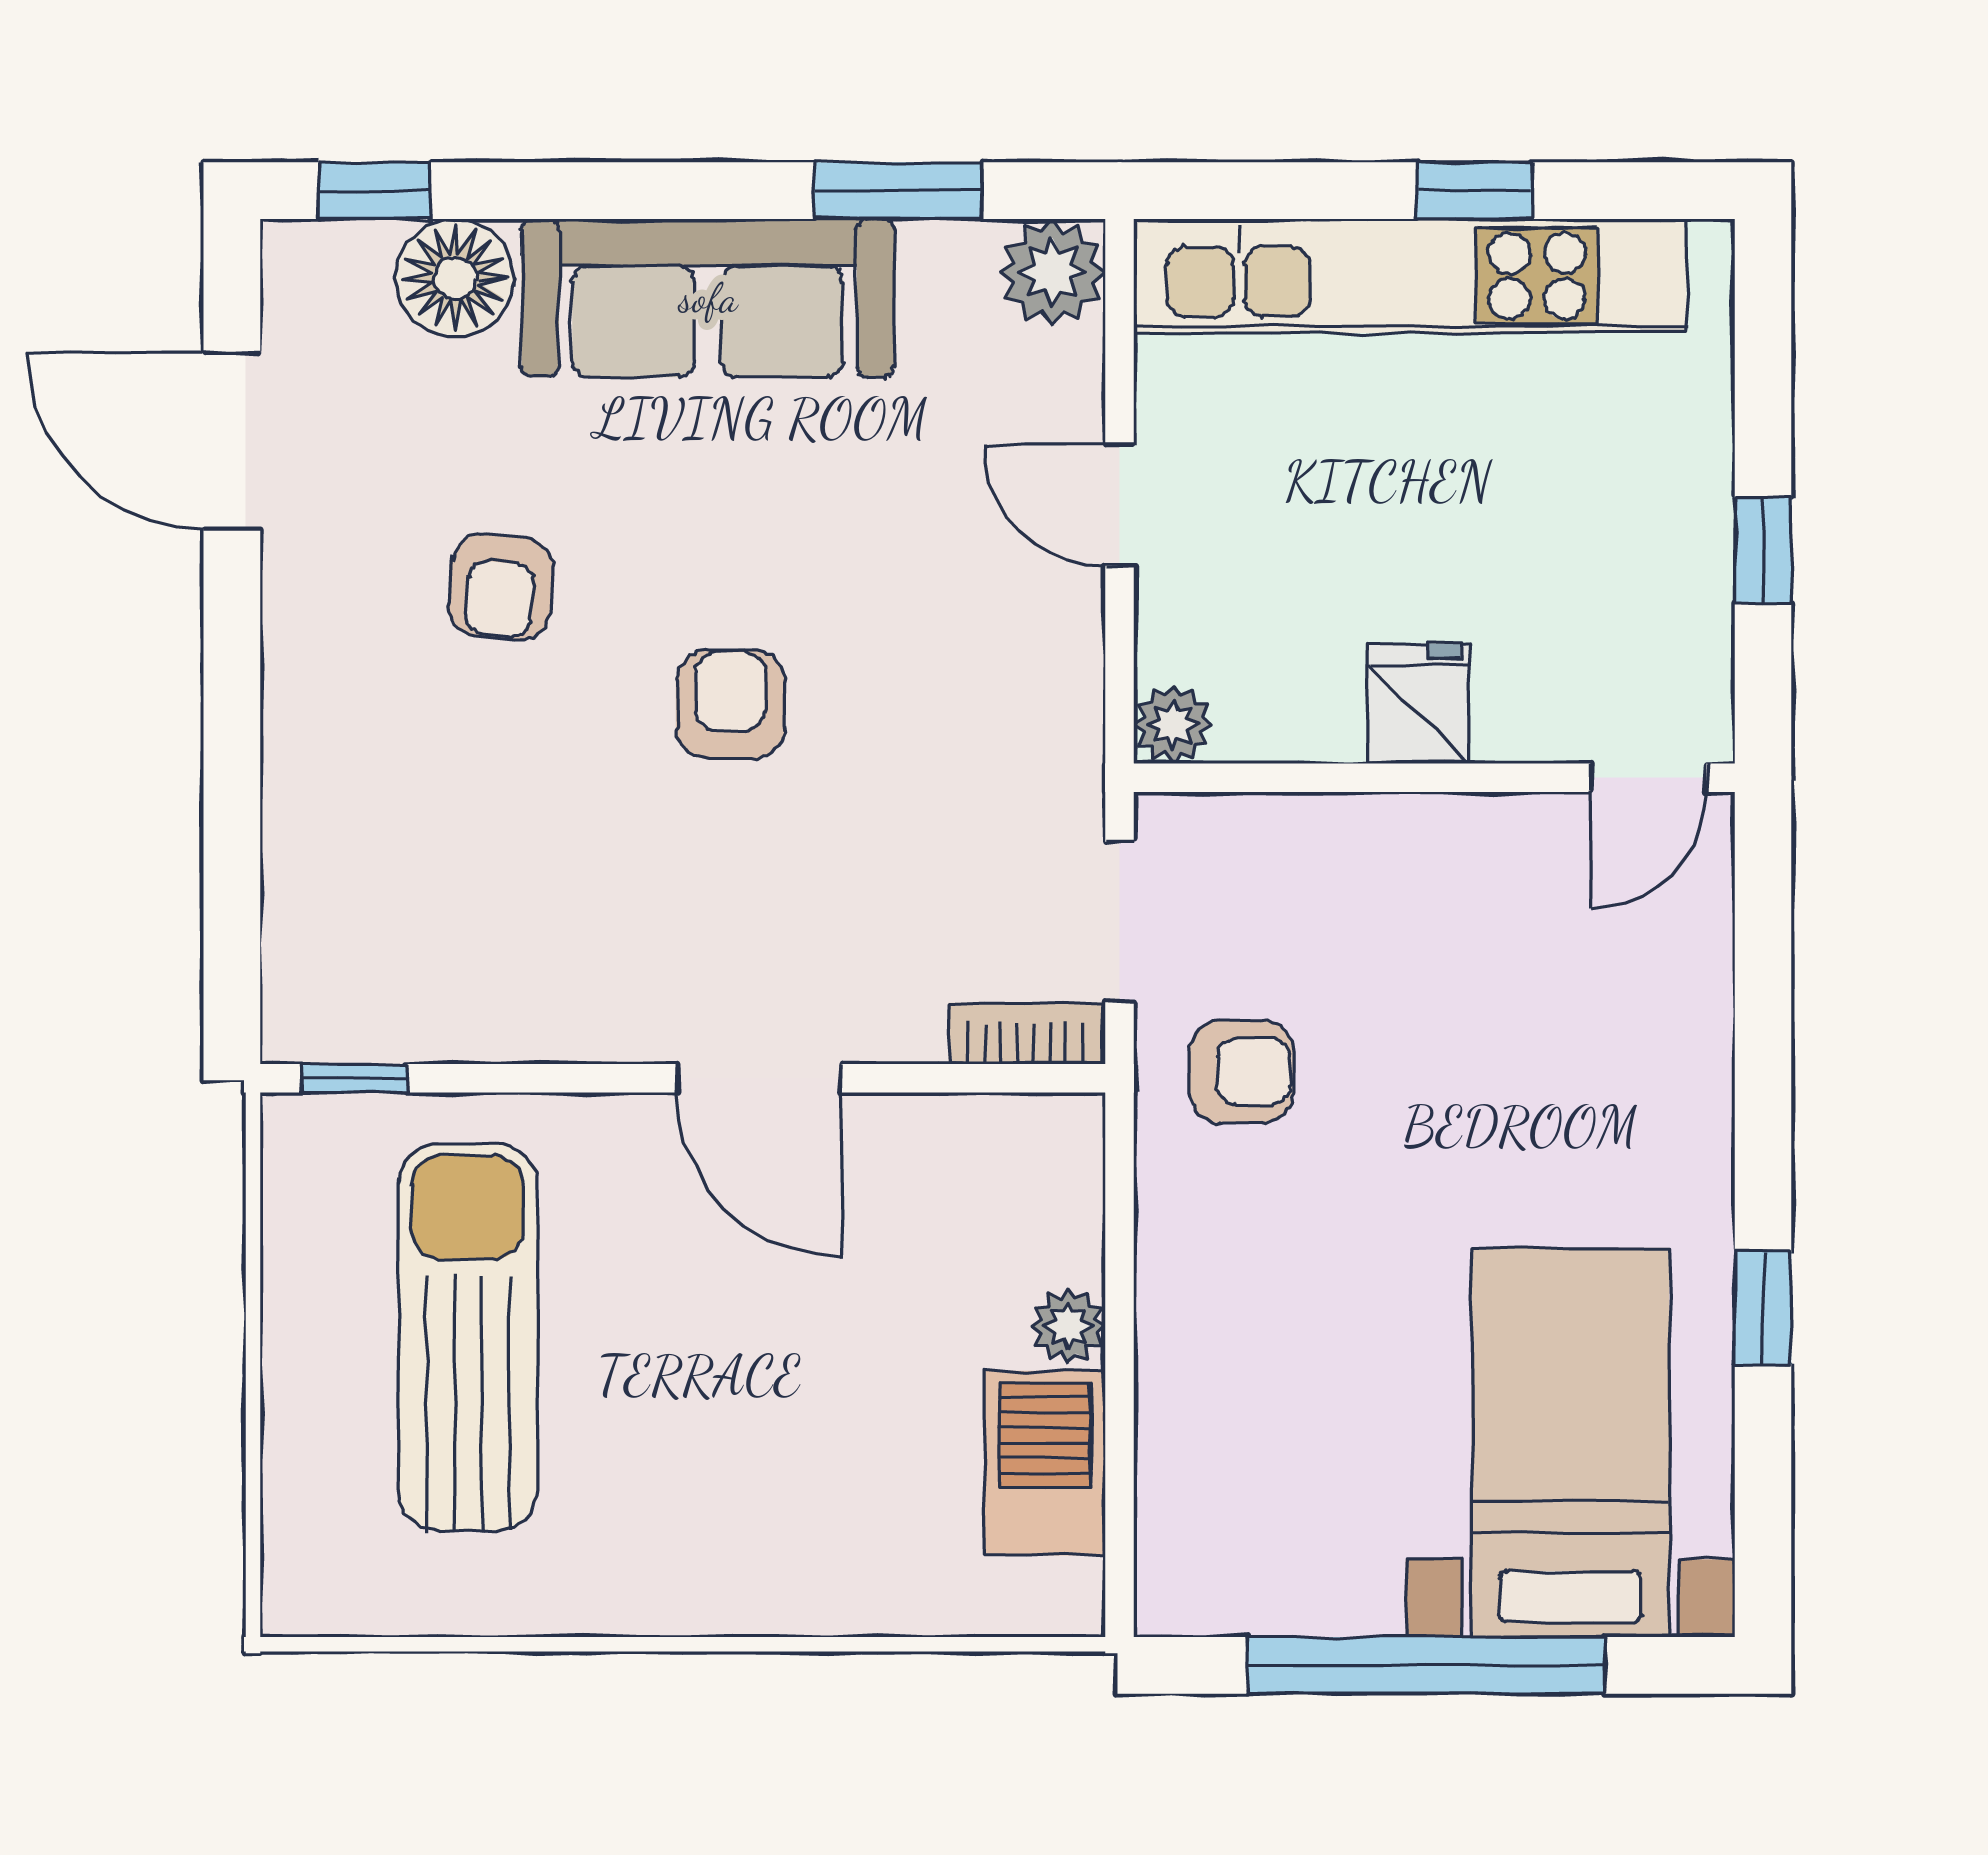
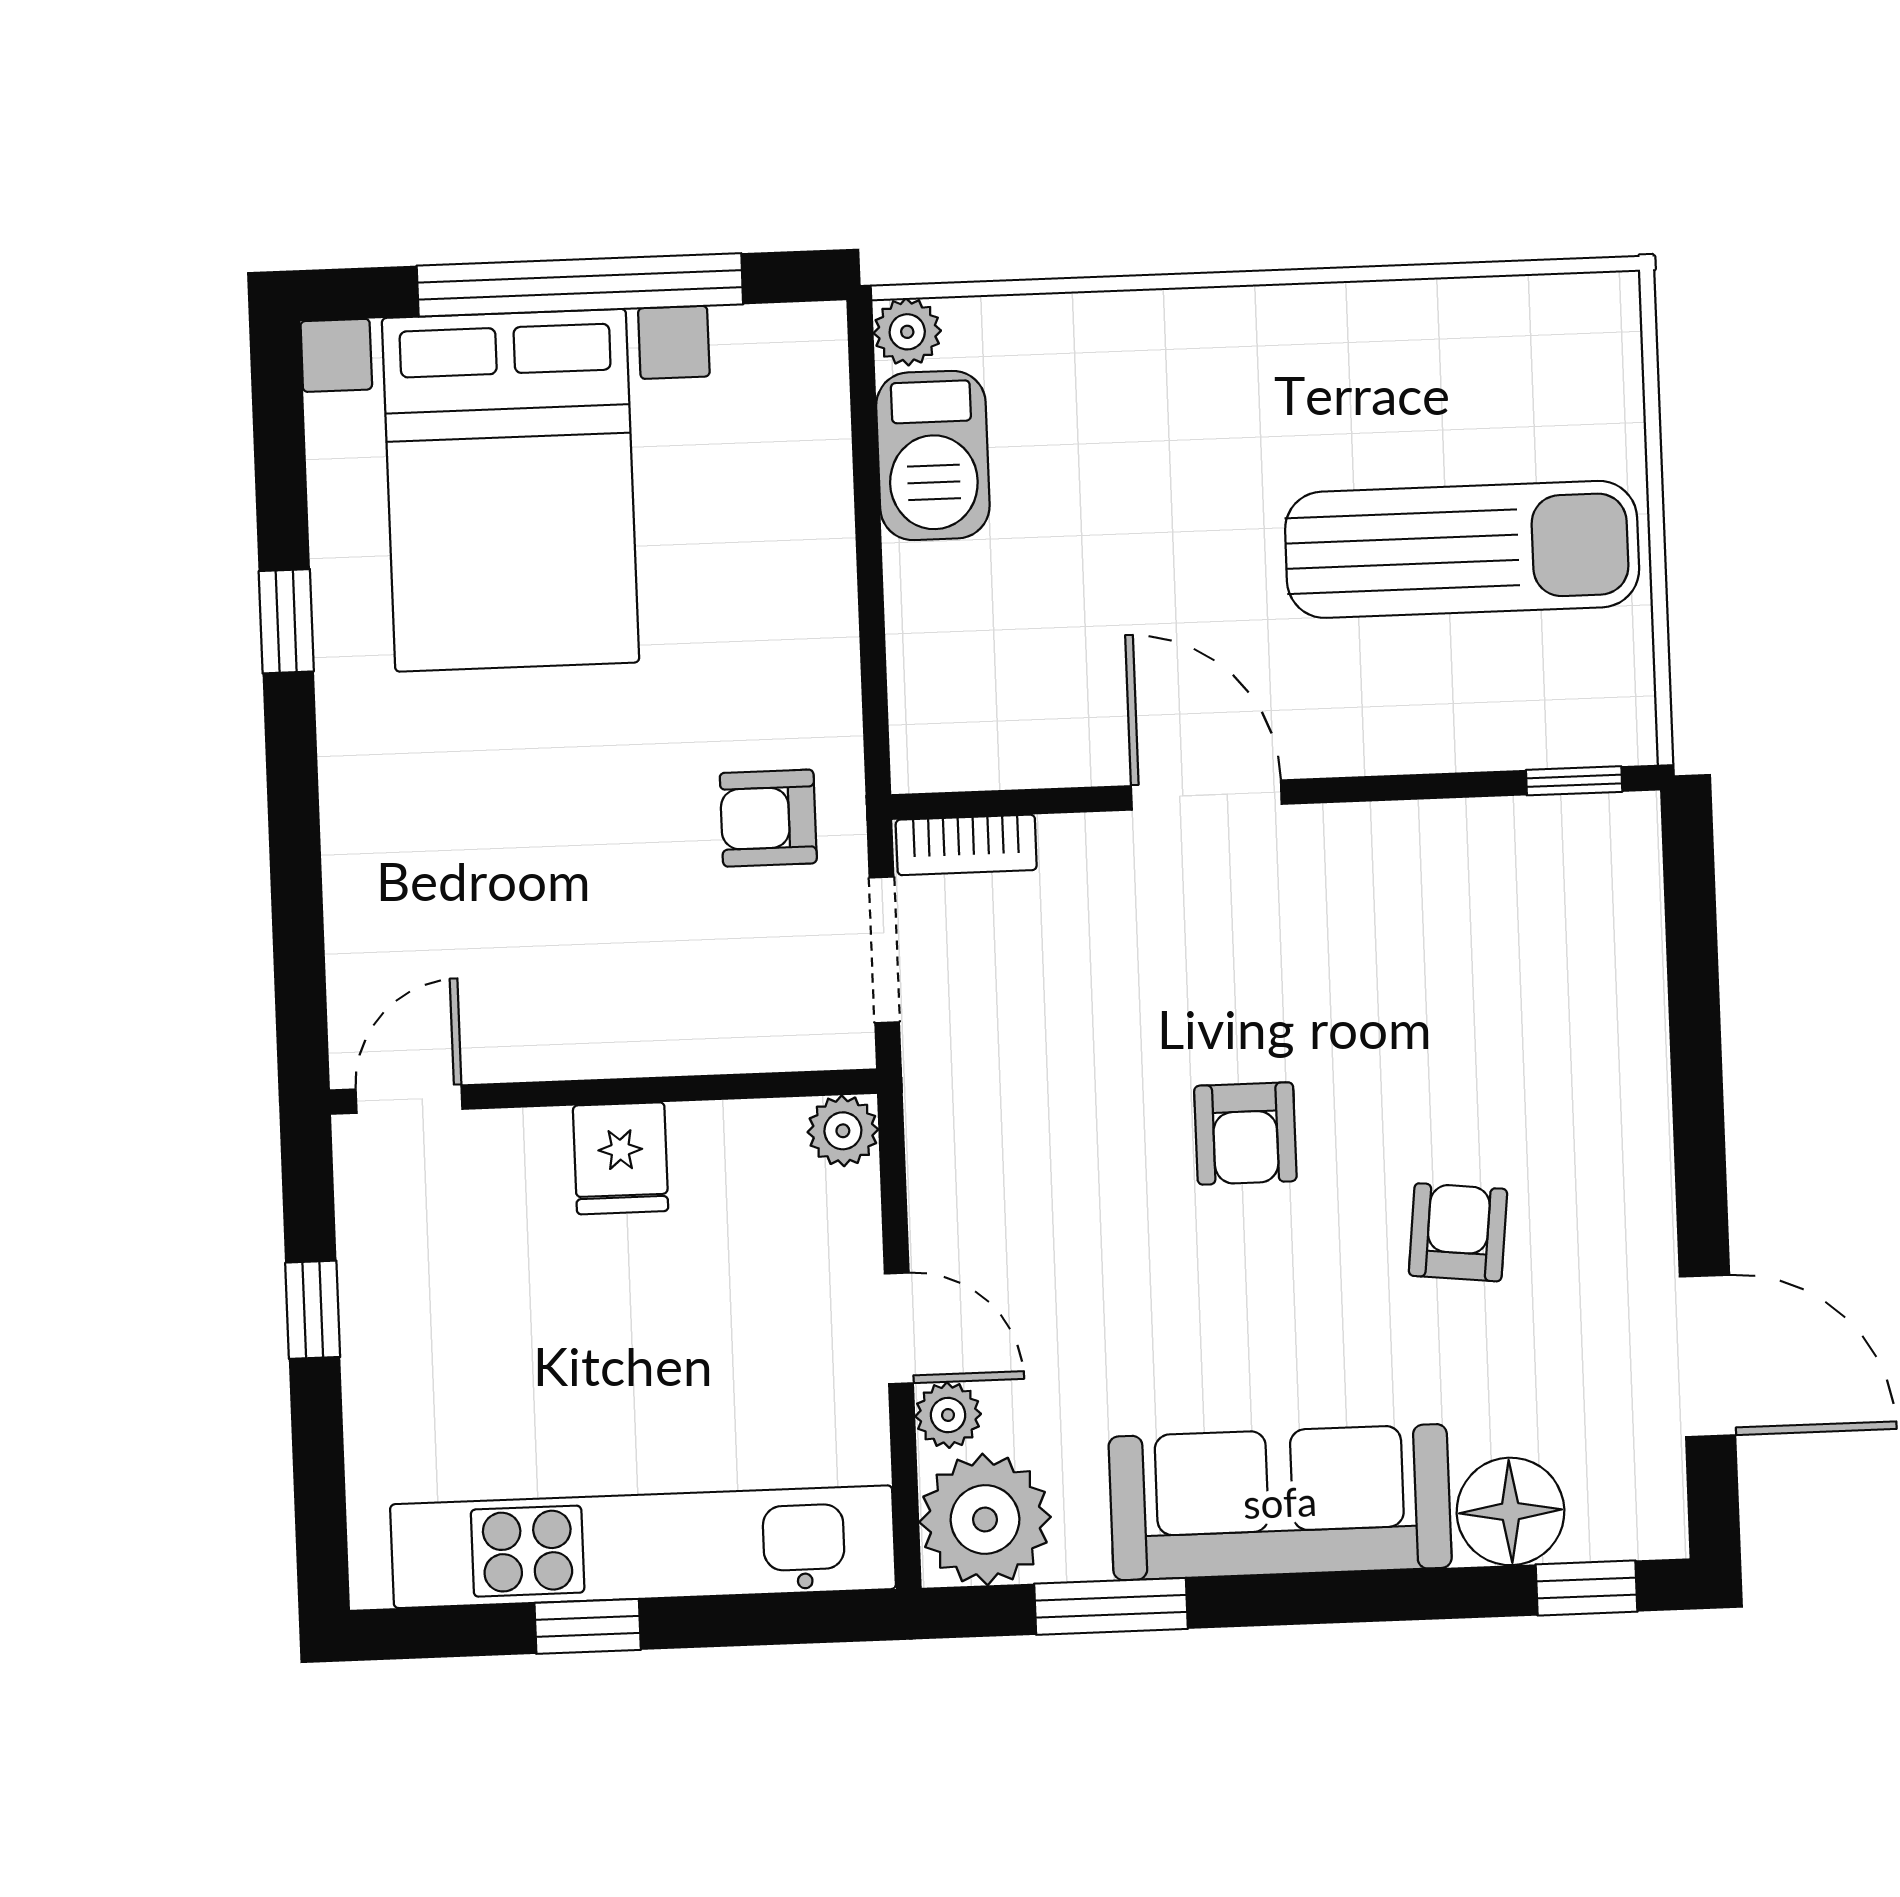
plant: (1052, 272) -> (985, 1519), width x1.36, depth x1.36
plant: (1069, 408) -> (948, 1415), added
plant: (1068, 1326) -> (907, 332), moved
sun lounger: (468, 1337) -> (1462, 549), turned -90
bed with nightstands: (1570, 1443) -> (510, 490), width x1.36

